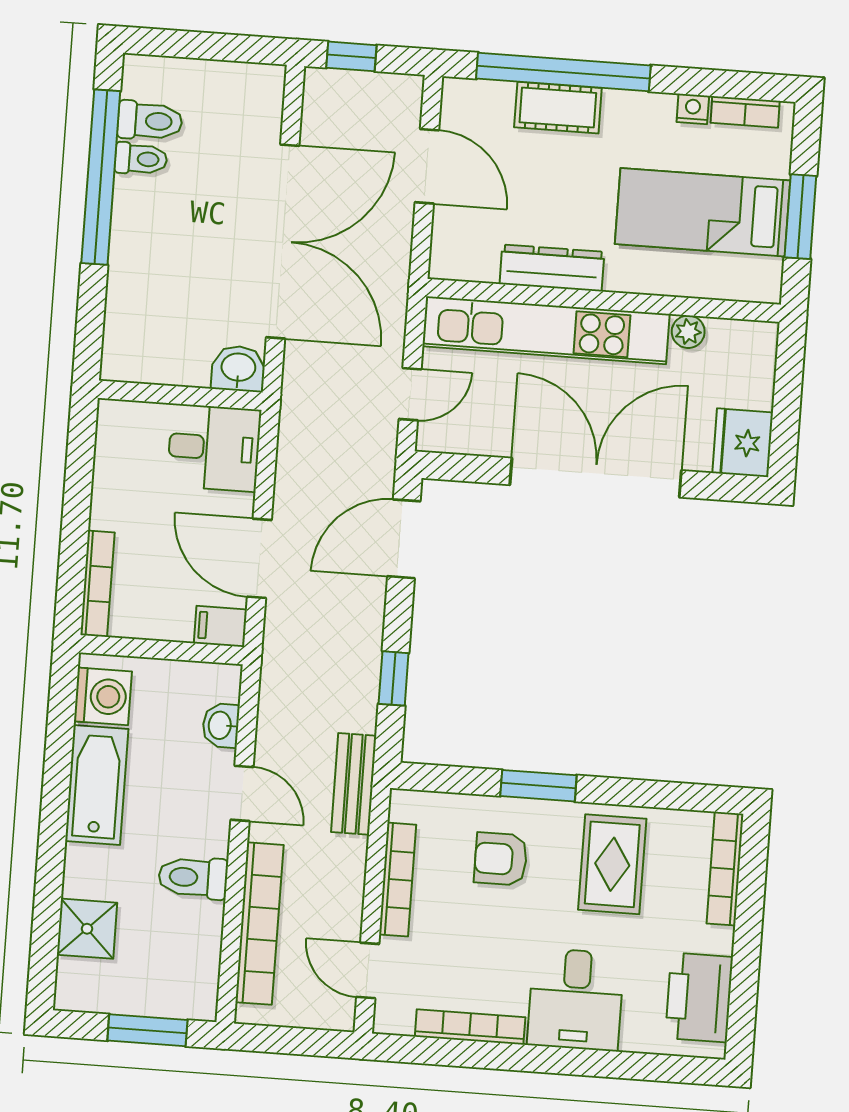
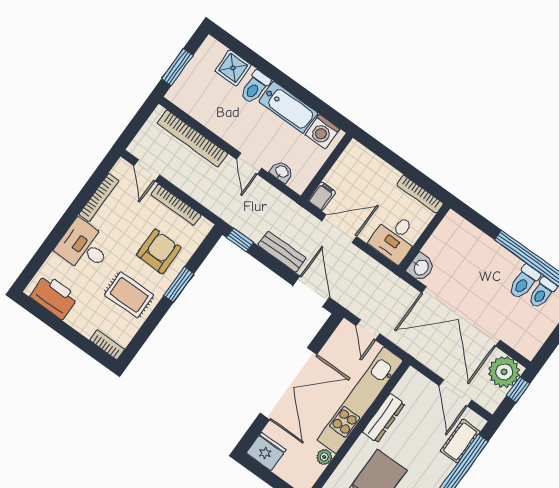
plant: (335, 101) -> (504, 372), added
cot: (558, 108) -> (460, 441), moved
toilet: (141, 159) -> (524, 282), width x1.37, depth x1.39
door: (427, 166) -> (455, 393), hinge flipped
bookcase: (97, 584) -> (420, 194), moved
window: (394, 678) -> (240, 240), moved
bench: (354, 784) -> (282, 252), moved
door: (242, 793) -> (249, 164), hinge flipped
armchair: (501, 859) -> (159, 251), width x1.38, depth x1.38
bookcase: (725, 869) -> (107, 345), width x0.64
toilet: (193, 878) -> (255, 87), moved, turned 180
door: (368, 971) -> (147, 170), swing flipped

